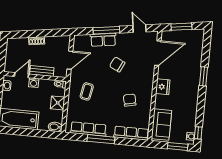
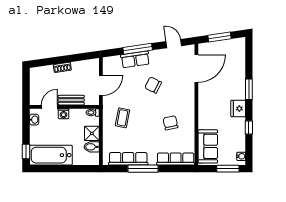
fridge: (163, 87) -> (238, 108), moved, turned 180
bidet: (55, 127) -> (92, 147), moved
window: (198, 133) -> (249, 128), moved

